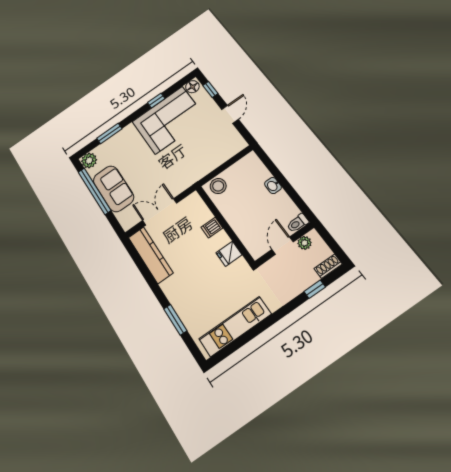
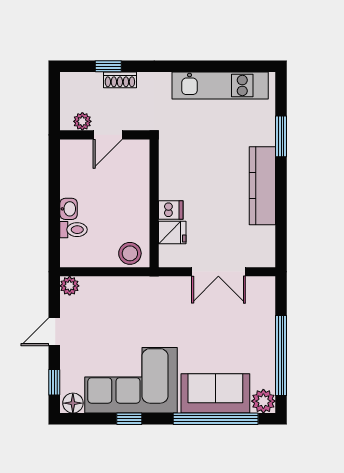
window: (109, 133) -> (216, 419), width x2.11
plant: (240, 144) -> (70, 286), added
sofa: (113, 189) -> (215, 393), moved, turned 90
toilet: (298, 223) -> (73, 230), moved
fridge: (229, 254) -> (172, 233), moved
kitchen counter: (150, 255) -> (262, 186), moved
shoe rack: (328, 266) -> (120, 80), moved

